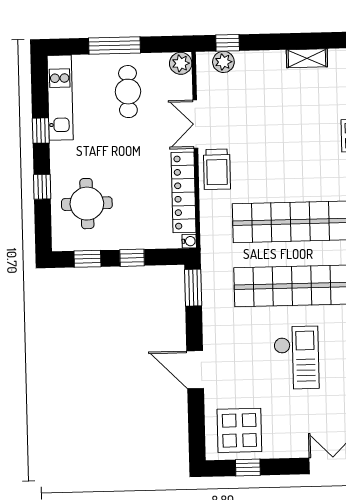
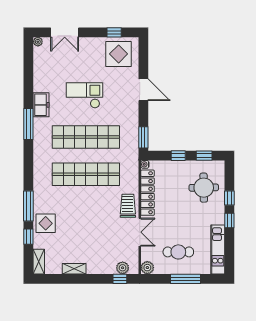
cafe table: (128, 92) -> (178, 252), turned 90
window: (41, 131) -> (229, 220), moved
checkout: (296, 358) -> (84, 95), turned 90

